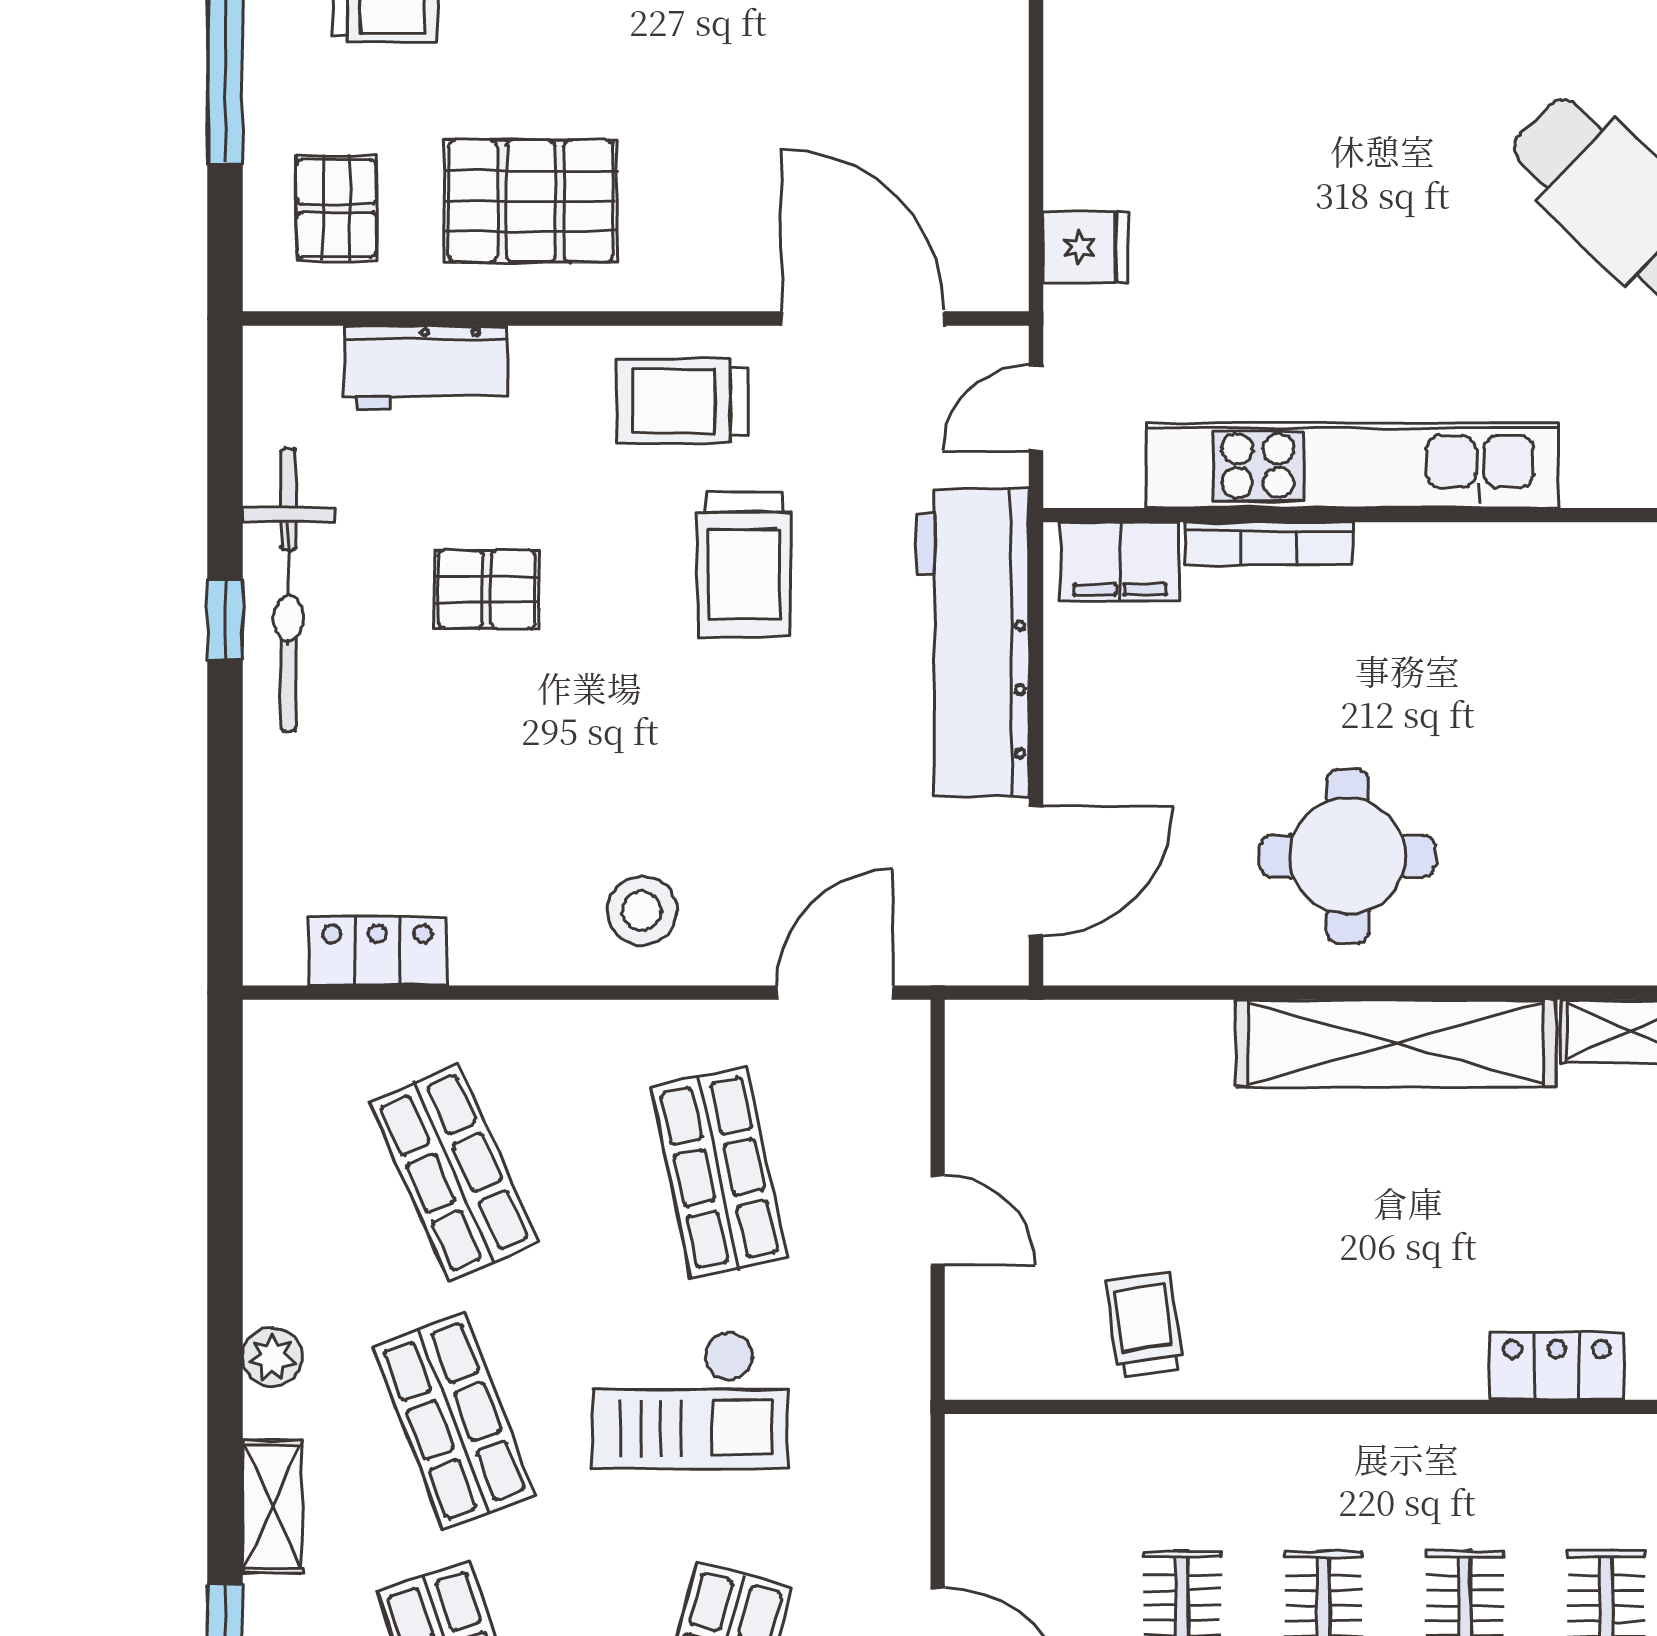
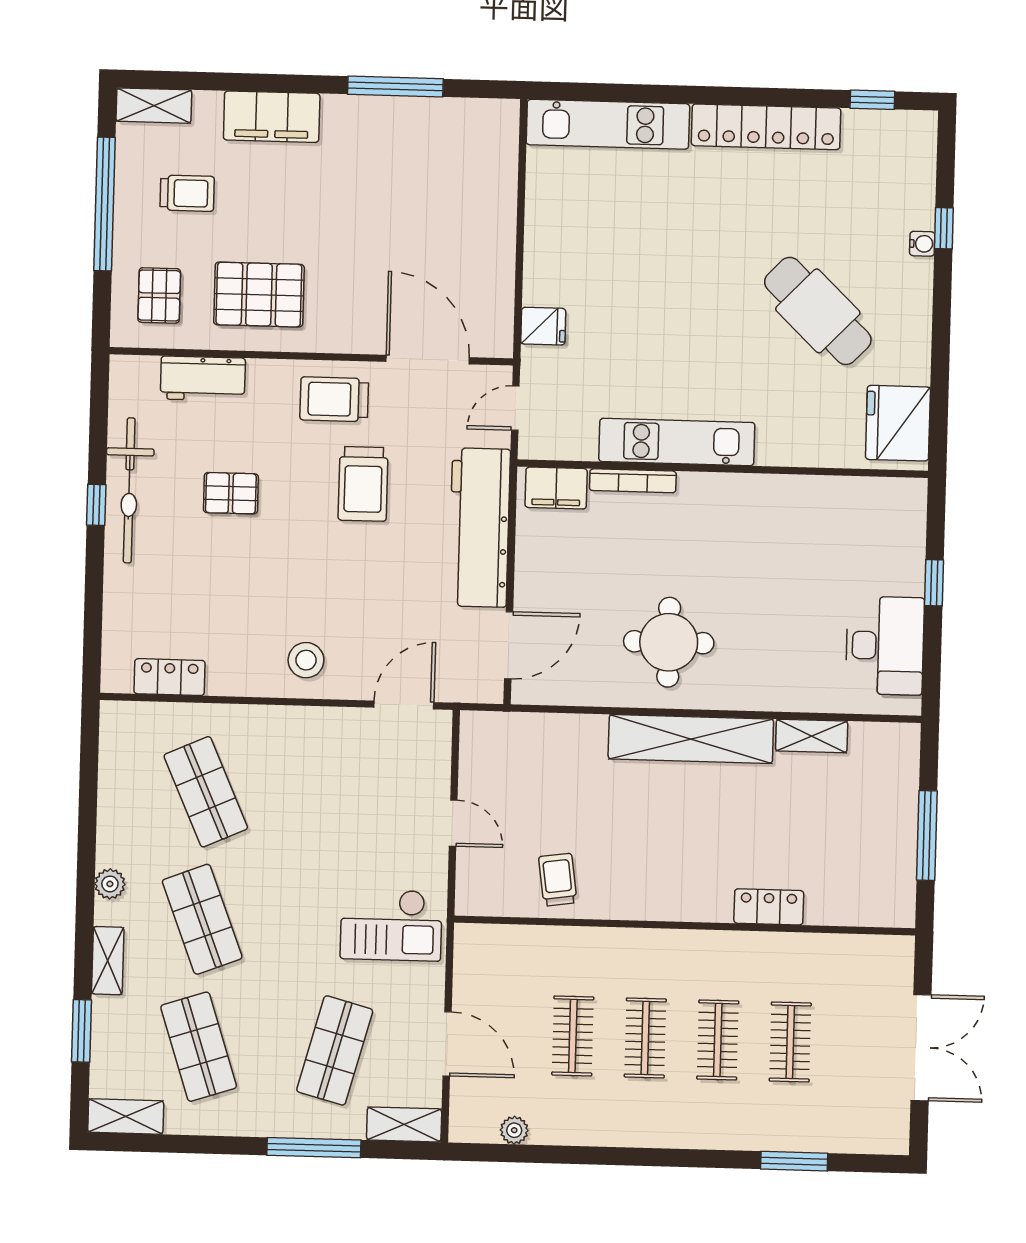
kitchen unit: (1352, 466) -> (677, 442), width x0.73
shop shelf: (719, 1173) -> (342, 796), removed
checkout: (690, 1400) -> (391, 925), moved

